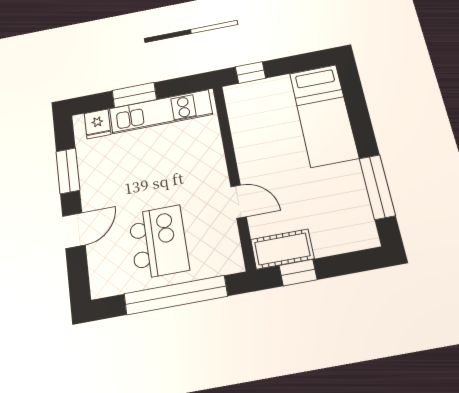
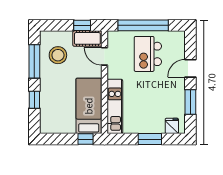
kitchen unit: (161, 112) -> (115, 106), moved, turned 90
bed: (324, 115) -> (89, 106), moved
window: (360, 119) -> (34, 100), added
door: (238, 202) -> (104, 56), moved
stool: (334, 207) -> (58, 55), added

